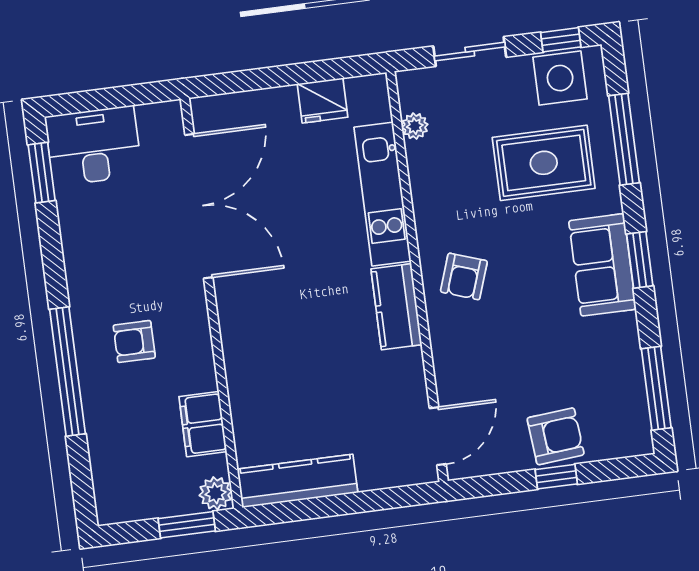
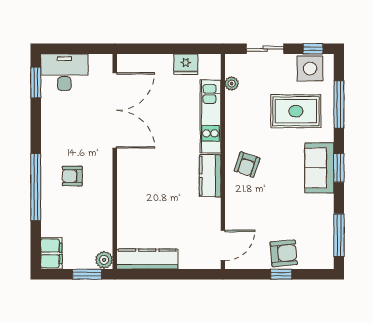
filing cabinet: (203, 424) -> (51, 253), moved, turned 180

